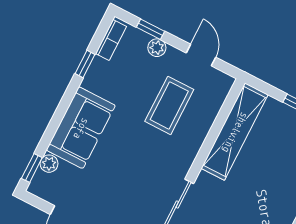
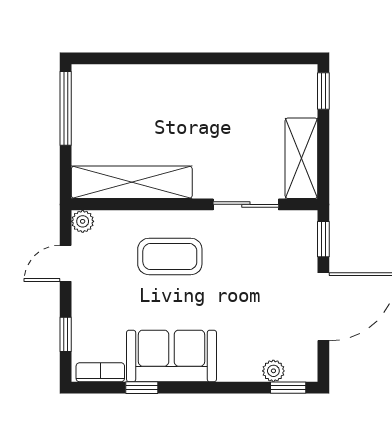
plant: (157, 48) -> (83, 221), moved
coffee table: (169, 105) -> (170, 256), moved
sofa: (81, 128) -> (171, 356), moved

